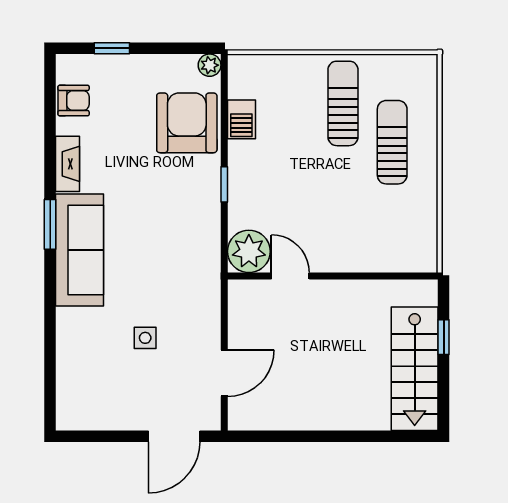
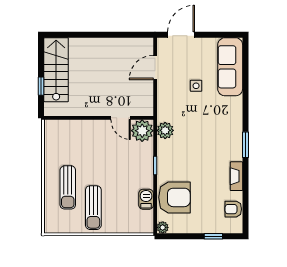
armchair: (187, 123) -> (174, 197), turned -90
sofa: (80, 250) -> (230, 67), moved
plant: (205, 252) -> (165, 130), added

